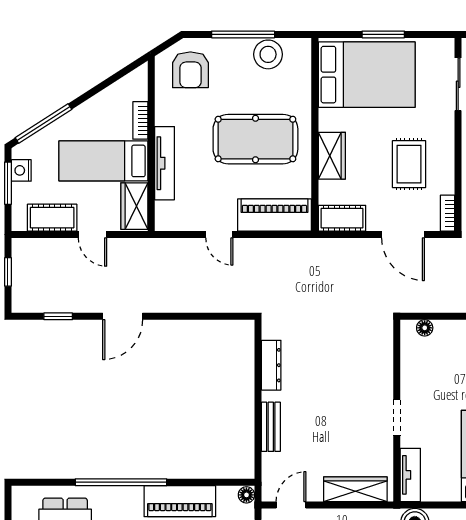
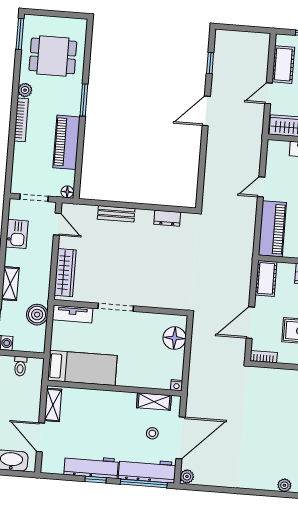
window: (8, 272) -> (246, 29), removed
door: (123, 316) -> (206, 111), hinge flipped
floor lamp: (425, 328) -> (174, 338), width x1.89, depth x1.89
dresser: (271, 365) -> (167, 218), width x0.70
doorway: (397, 418) -> (116, 307), width x1.38
window: (121, 482) -> (84, 100), width x0.47

